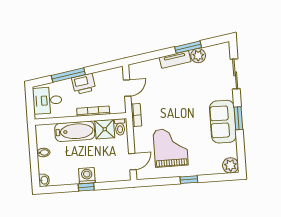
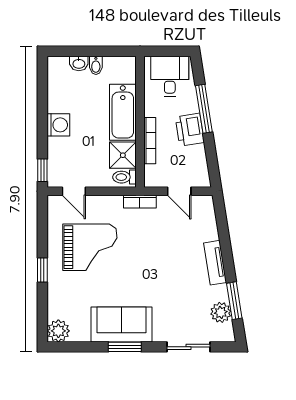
window: (188, 47) -> (234, 301), moved
plant: (198, 56) -> (221, 312), moved
washbasin: (44, 180) -> (79, 63), moved
window: (86, 187) -> (42, 170), moved

